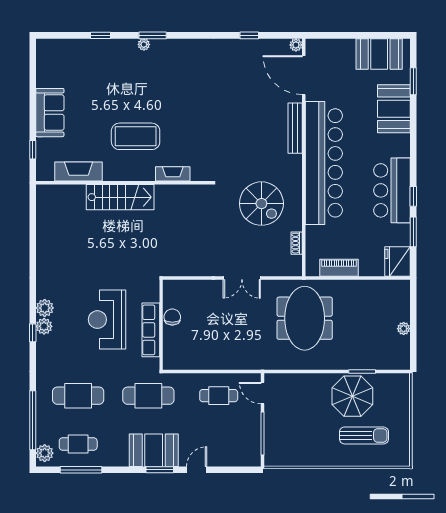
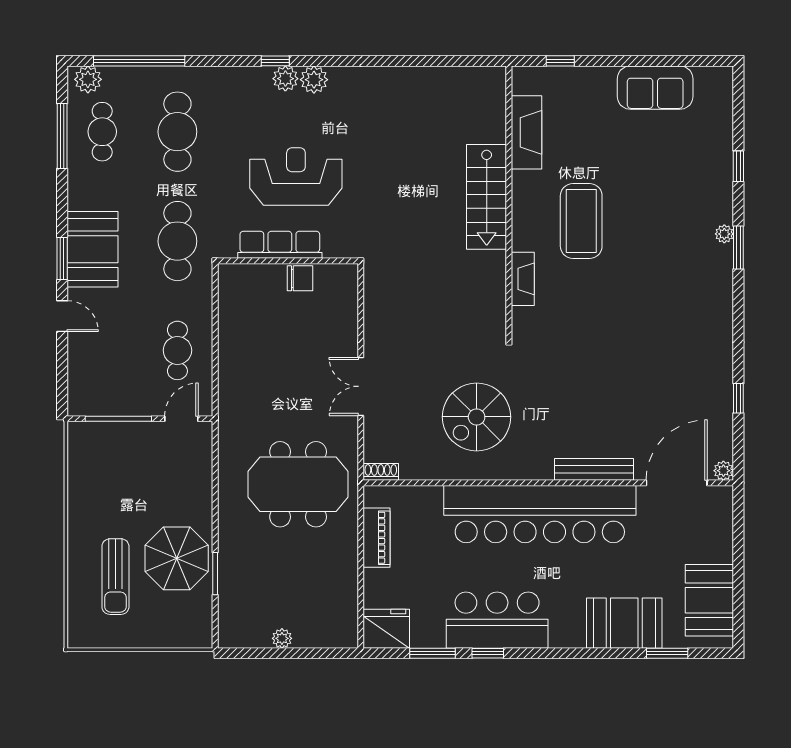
sofa: (50, 113) -> (655, 88), moved
shoe rack: (297, 243) -> (381, 472), moved

